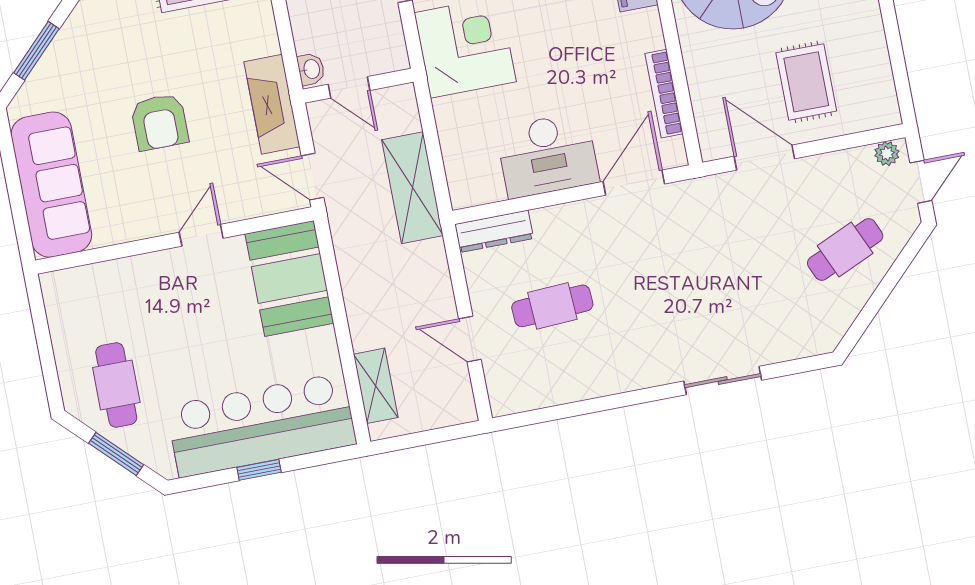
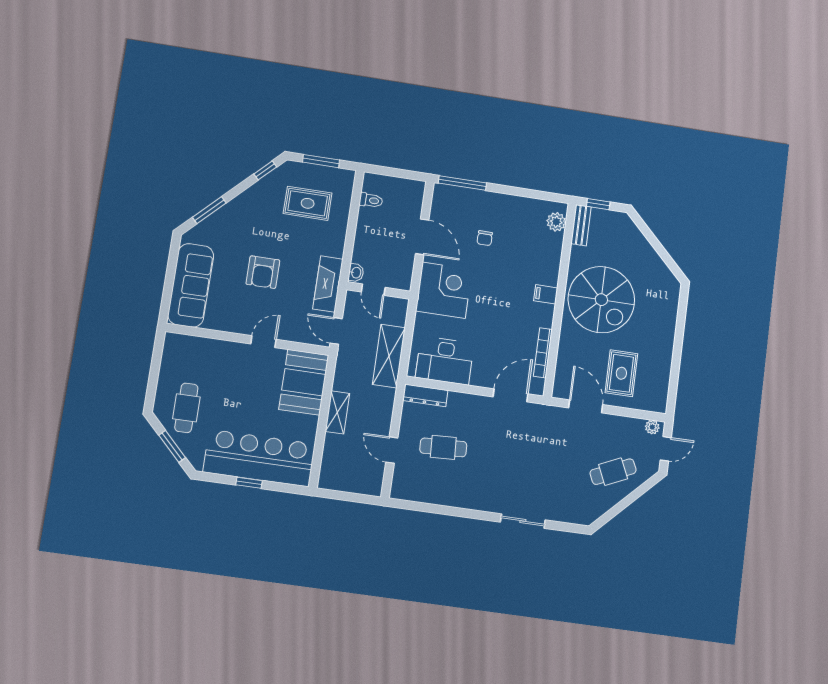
desk: (547, 155) -> (445, 361), moved
shelving: (376, 386) -> (337, 412), moved

